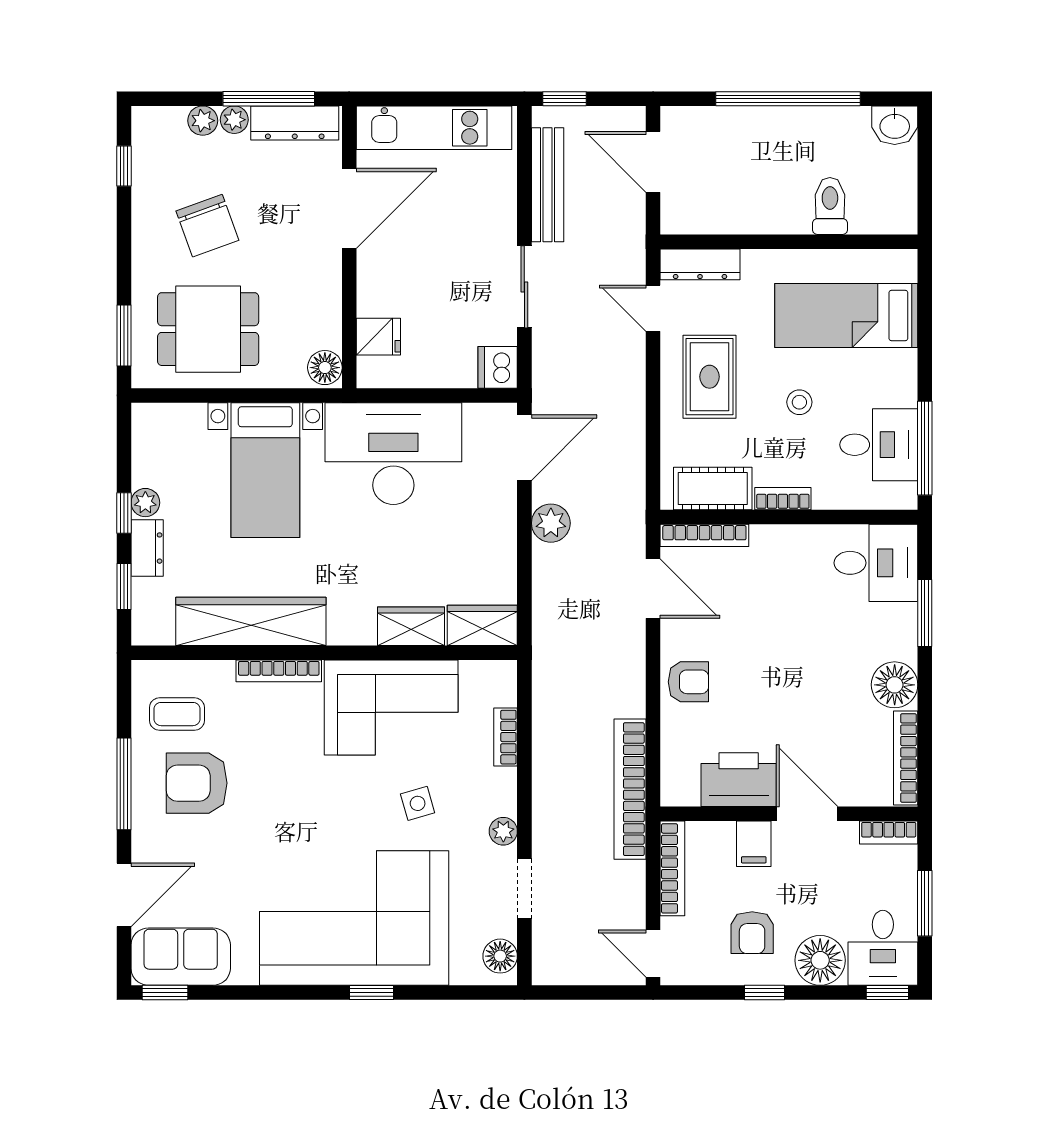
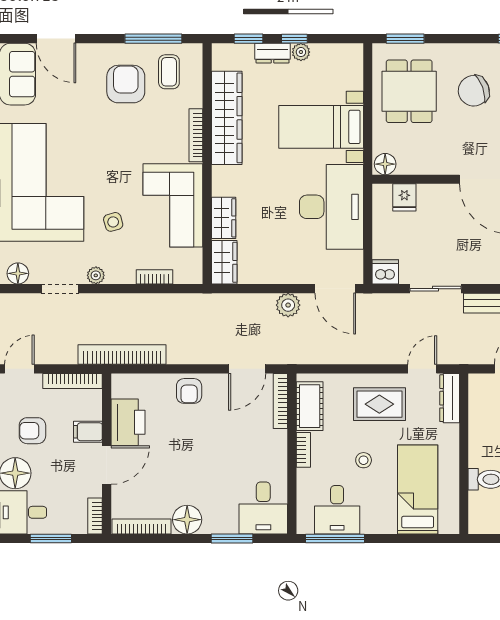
window: (124, 784) -> (153, 39), moved

